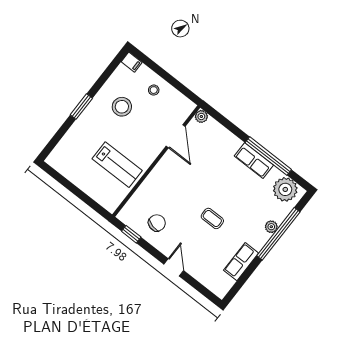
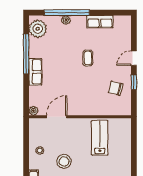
row of seats: (254, 161) -> (35, 72), moved
window: (131, 234) -> (134, 82), moved

